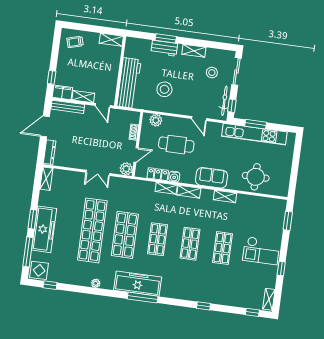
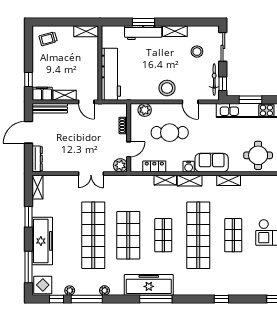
workbench: (164, 48) -> (143, 33), width x1.37
stool: (164, 89) -> (167, 88), moved
water cooler: (174, 177) -> (189, 167), moved
window: (32, 219) -> (28, 217), moved
shop shelf: (190, 244) -> (198, 235), width x2.00, depth x1.36
plant: (63, 279) -> (70, 291), added
window: (78, 289) -> (87, 299), added

